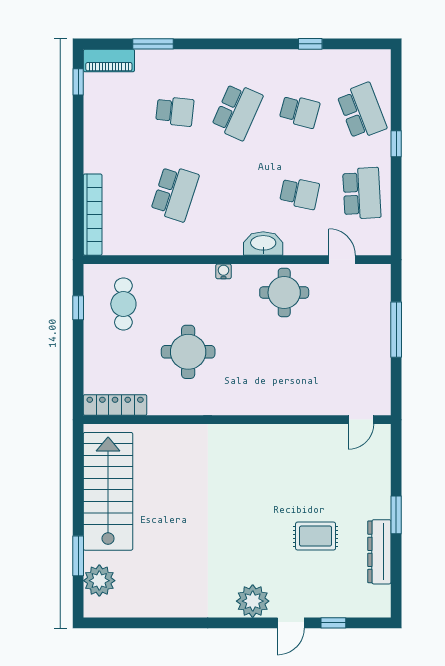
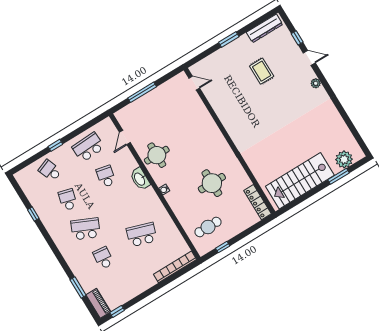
school desk: (362, 111) -> (50, 171), width x0.54
dresser: (379, 552) -> (265, 28), moved
plant: (253, 601) -> (316, 83), width x0.53, depth x0.53

